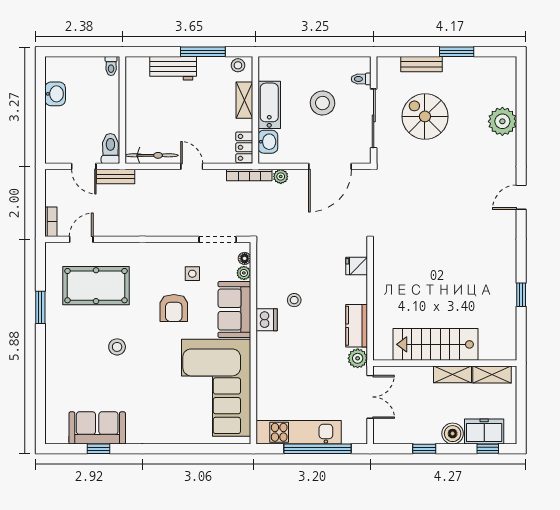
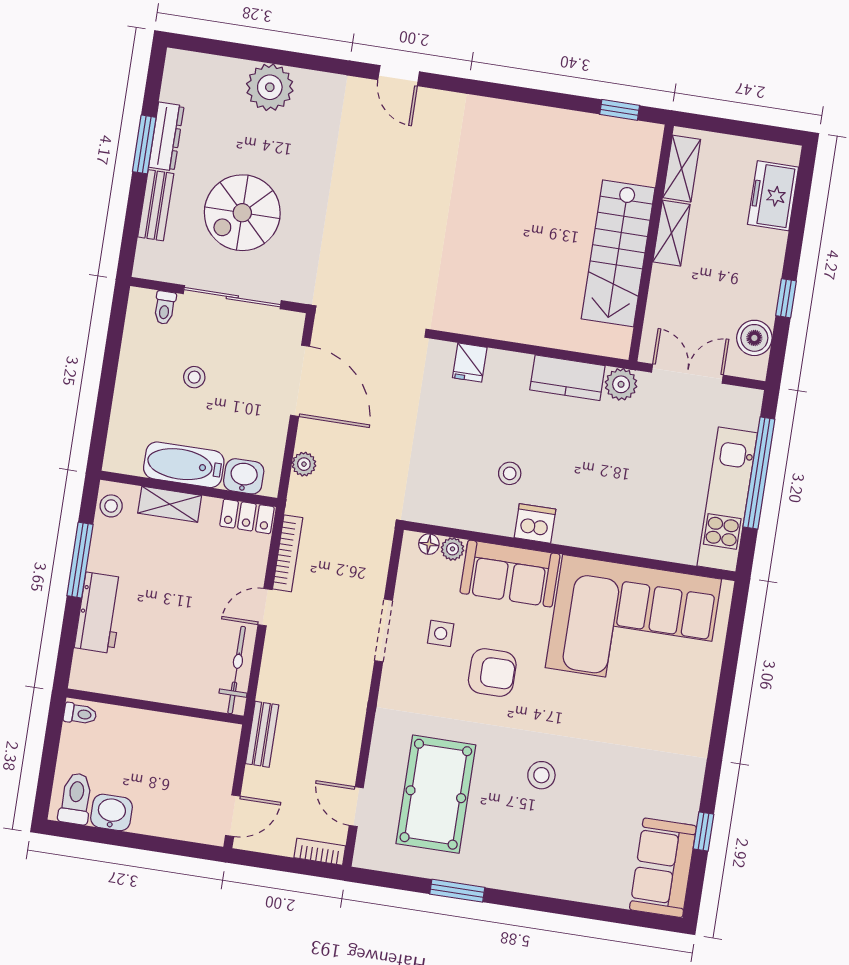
dresser: (463, 64) -> (166, 137), added
stool: (322, 103) -> (194, 377), width x0.53, depth x0.53
toilet: (110, 149) -> (76, 799), moved, turned 90
door: (84, 166) -> (233, 816), moved
bookcase: (249, 175) -> (288, 553), moved
doorway: (218, 239) -> (384, 630), moved
window: (521, 295) -> (620, 110), moved
sofa: (97, 428) -> (663, 868), moved
boiler: (453, 434) -> (754, 338), moved
window: (488, 449) -> (802, 194), removed

